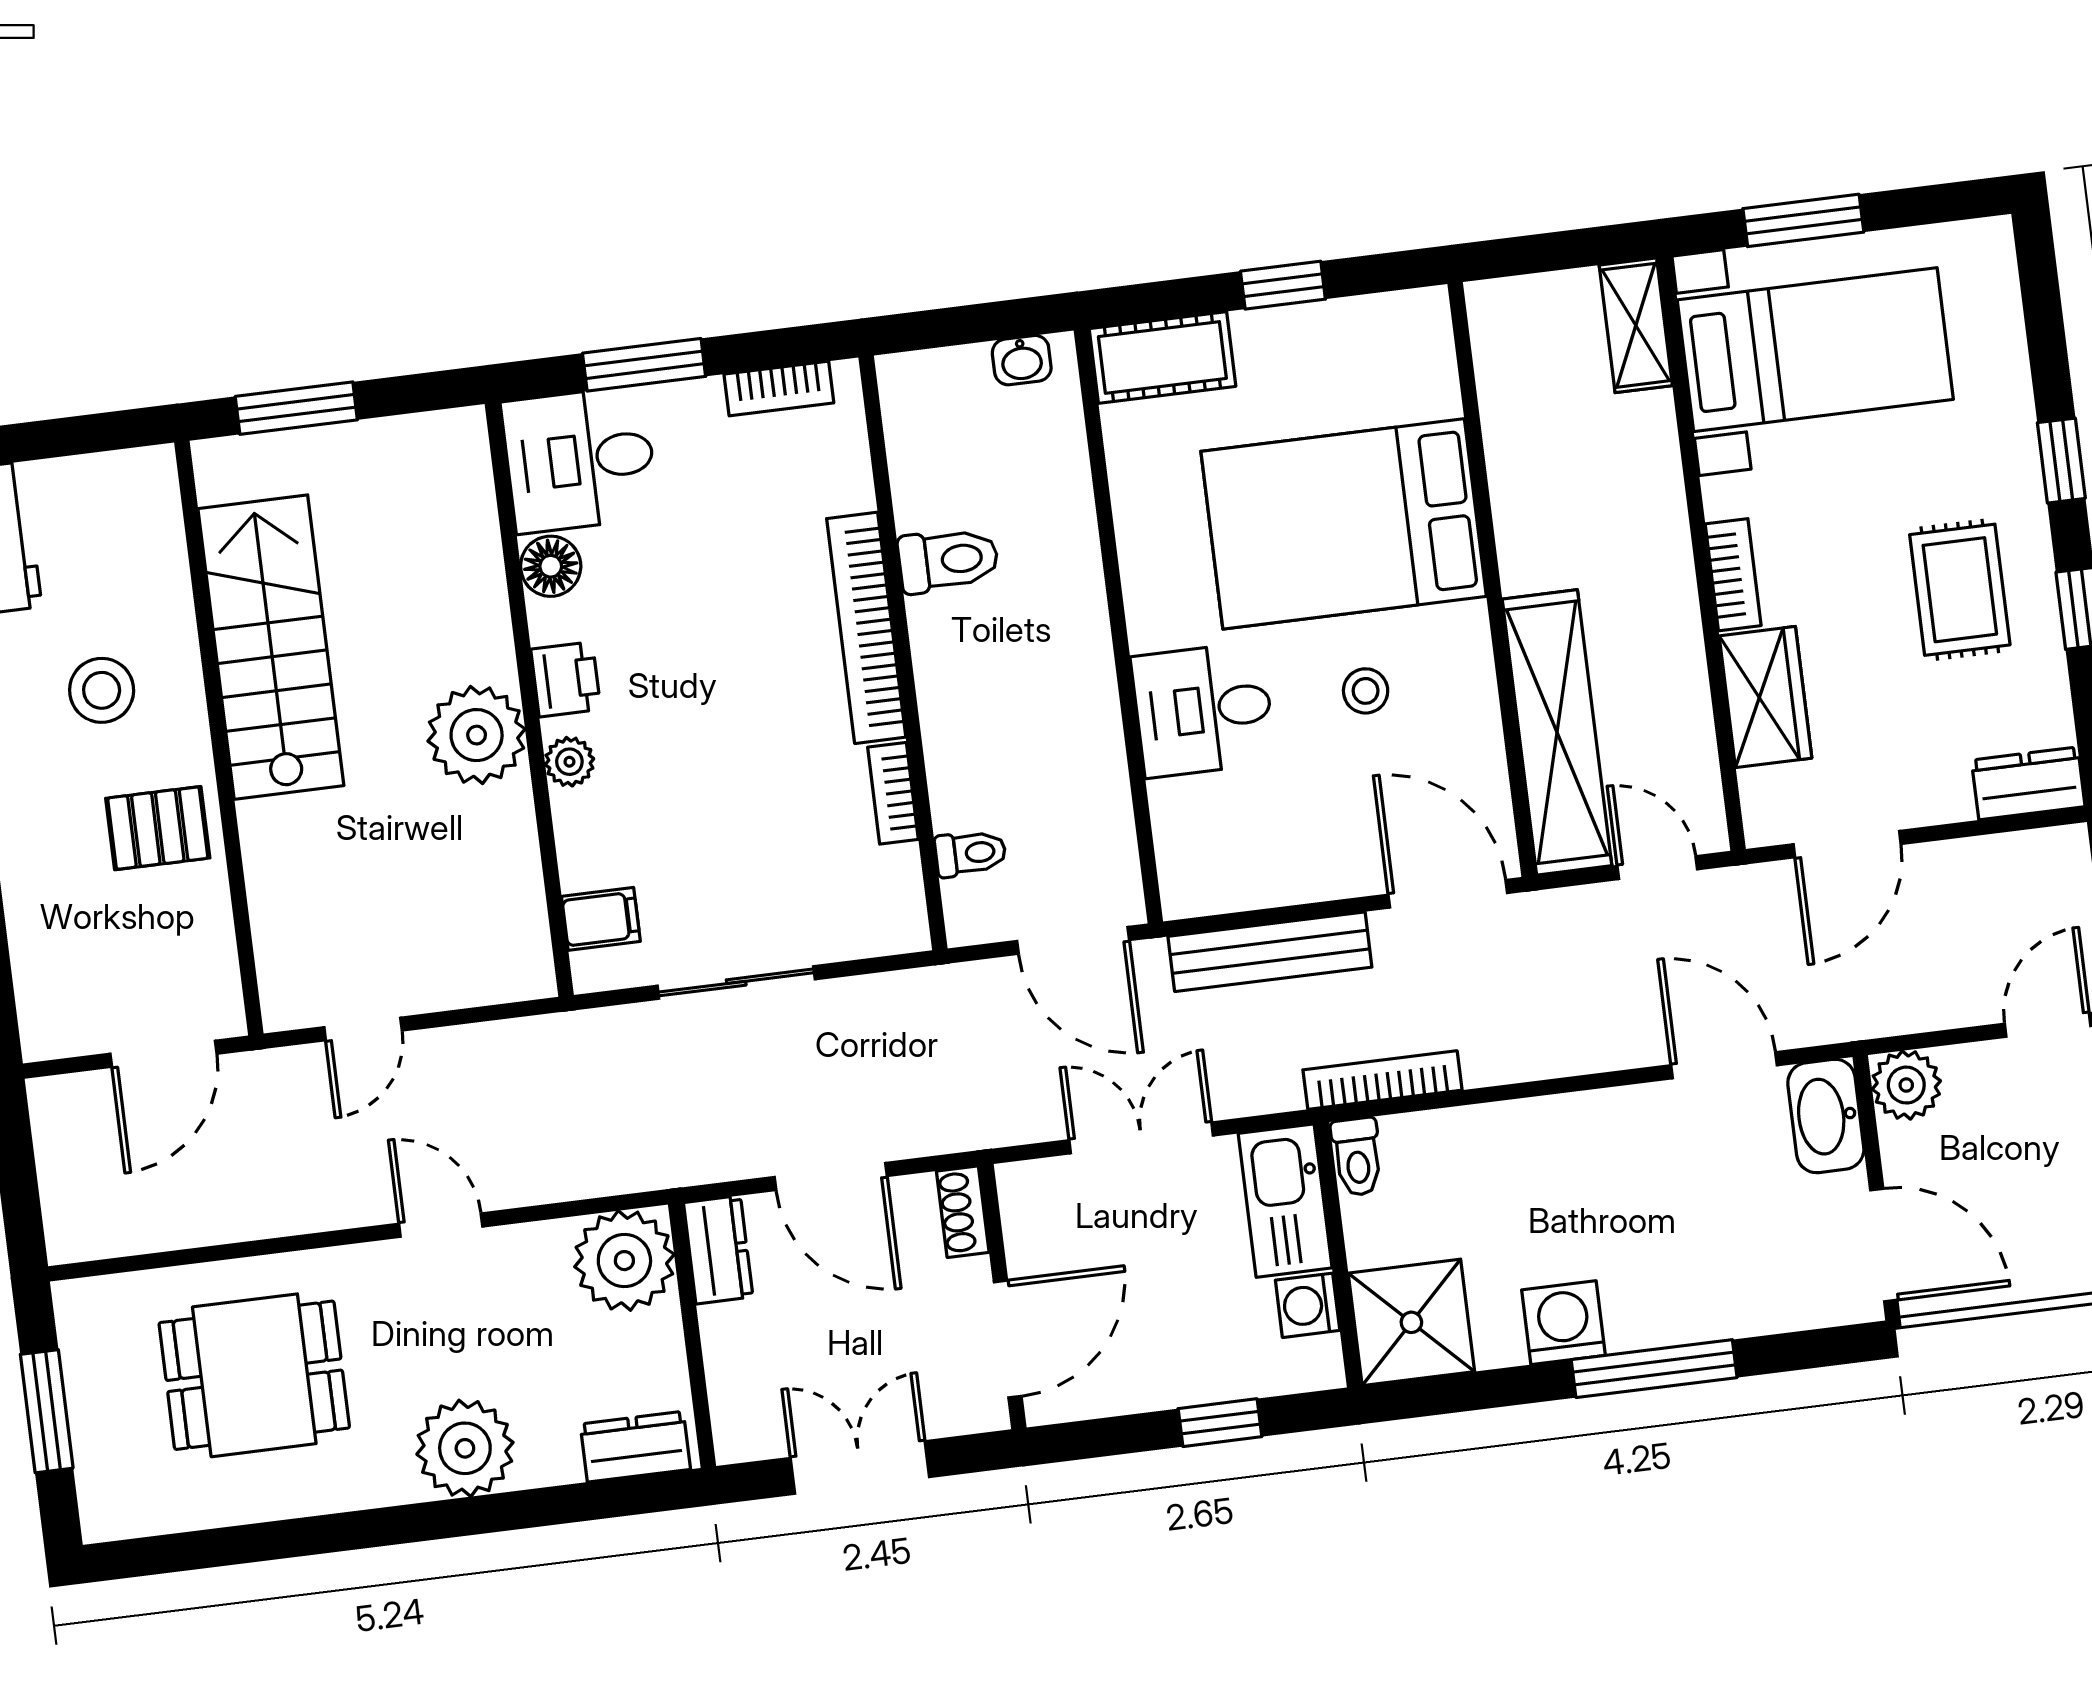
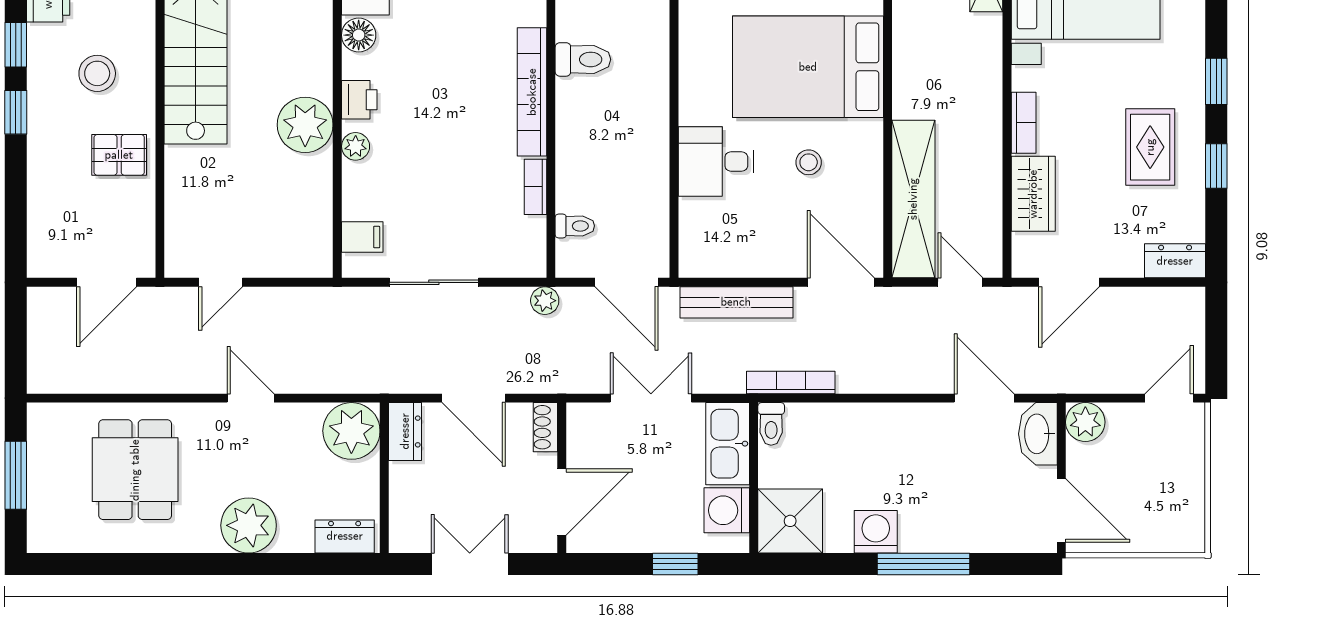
plant: (934, 990) -> (545, 301), added
washing machine: (1308, 1305) -> (727, 510), width x1.38, depth x1.38
dining table: (254, 1375) -> (135, 470), turned 90

